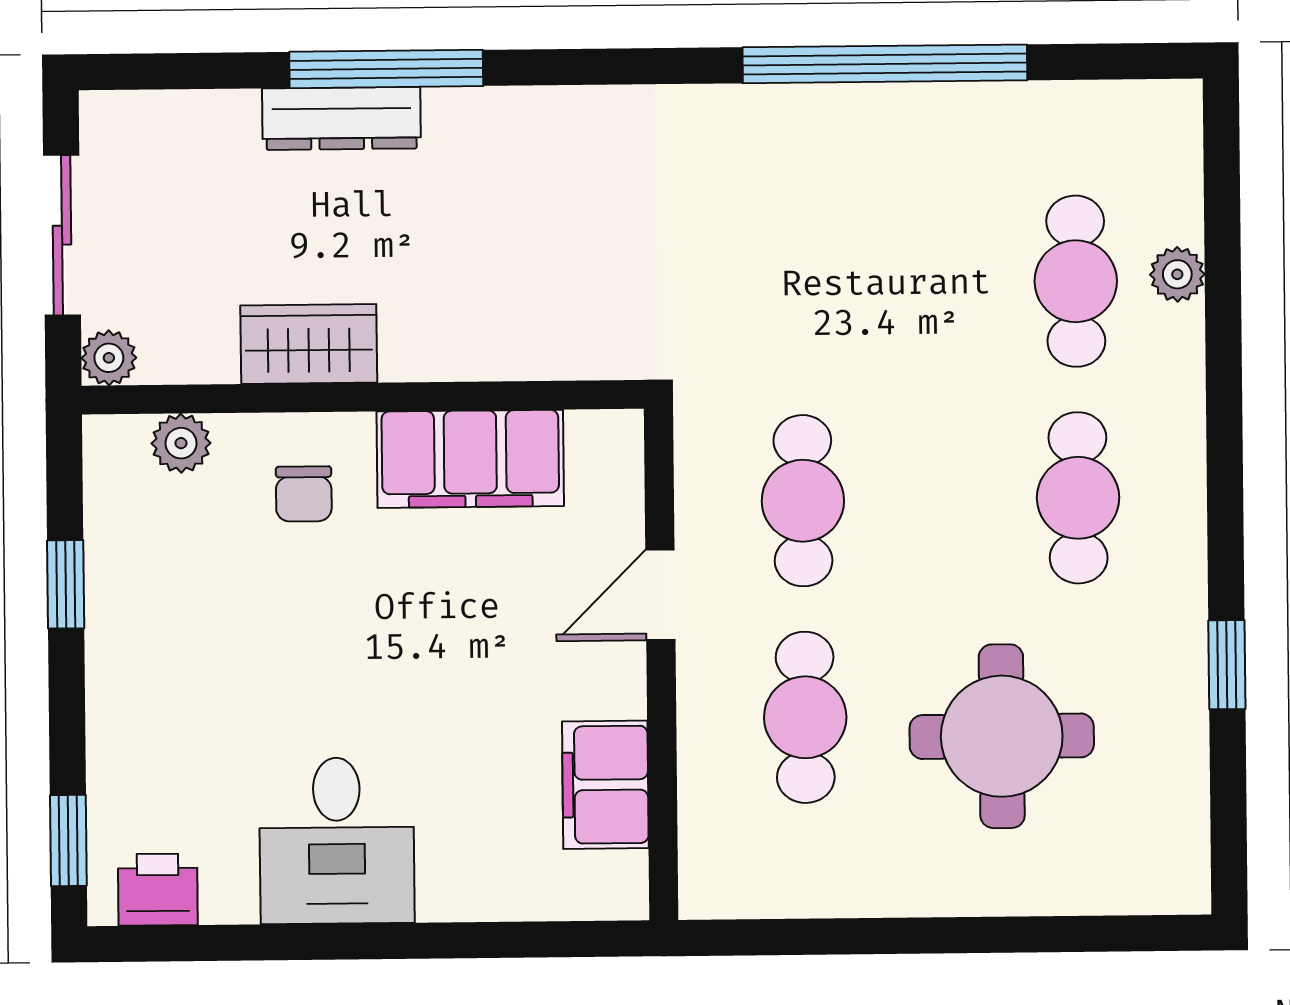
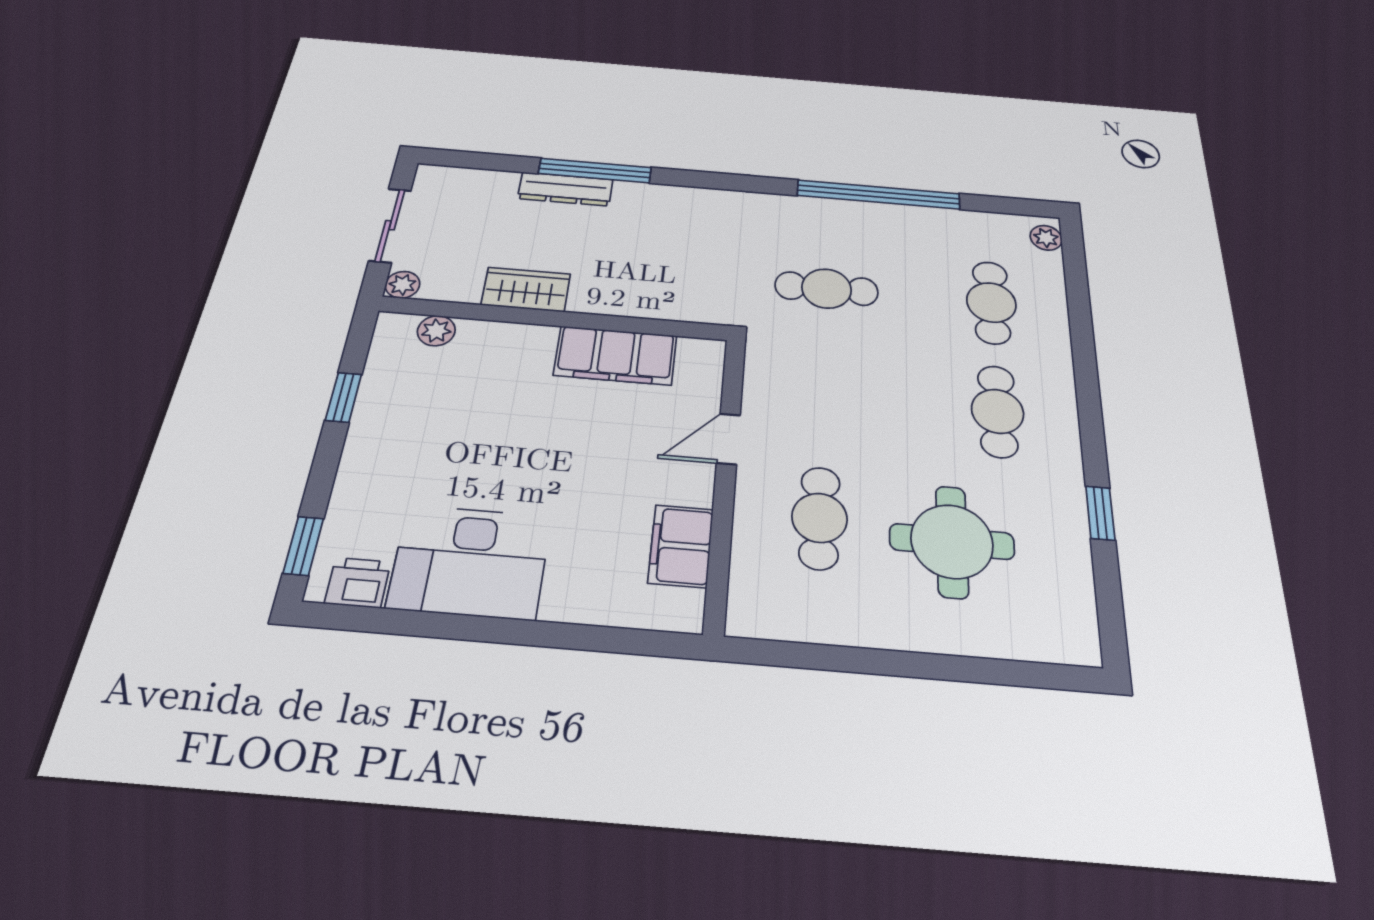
plant: (1177, 274) -> (1046, 238), moved
chair: (304, 494) -> (508, 364), removed
cafe table: (803, 501) -> (826, 289), moved, turned 90
desk: (337, 841) -> (470, 562), width x1.37

